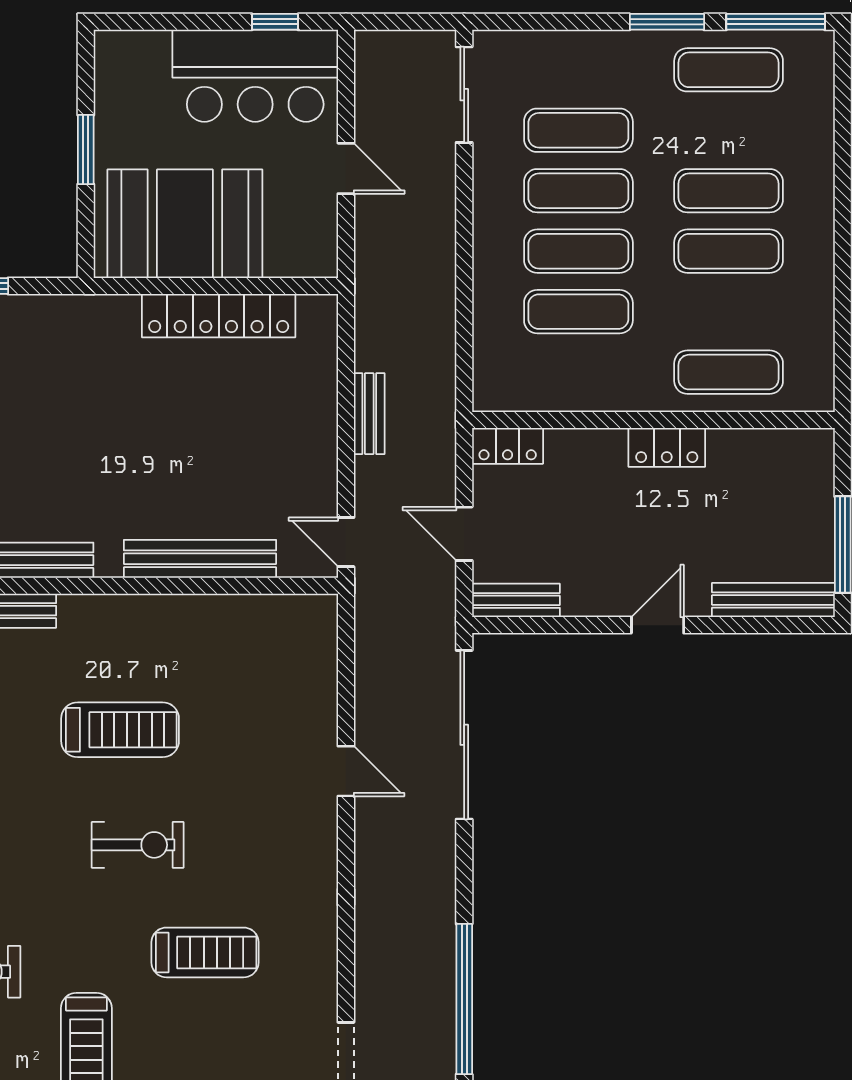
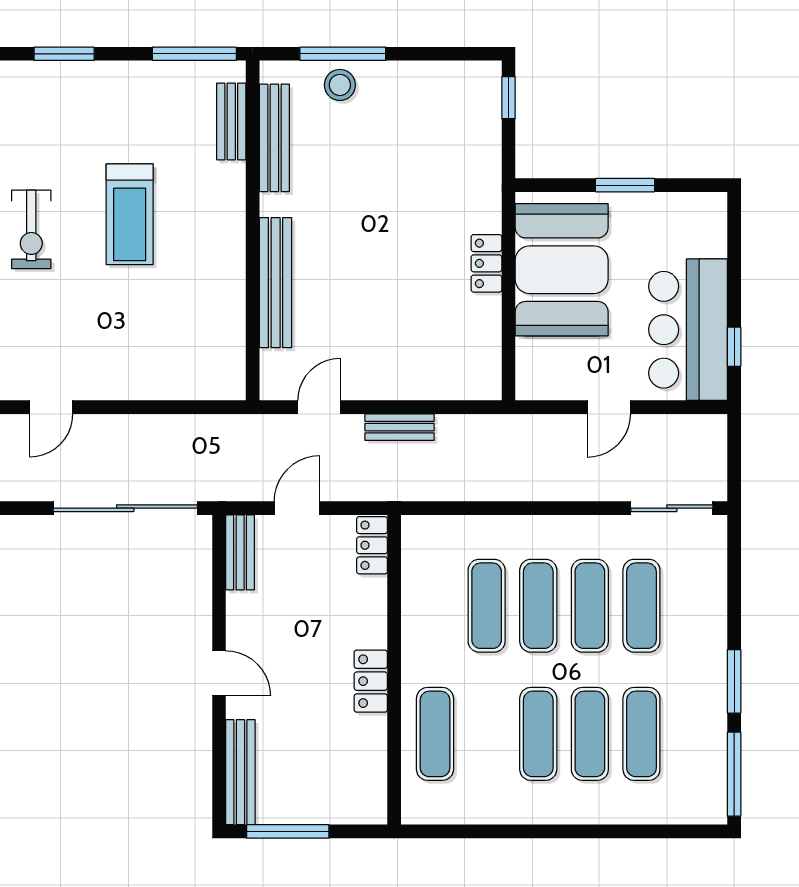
exercise mat: (729, 70) -> (641, 734), moved
locker: (219, 316) -> (486, 263), width x0.46, depth x0.83
door: (346, 542) -> (319, 407), moved
door: (346, 771) -> (51, 407), moved

